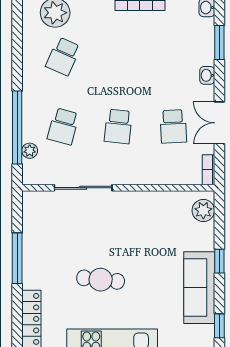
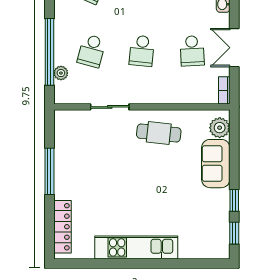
sliding door: (83, 188) -> (110, 107), width x0.73
window: (219, 261) -> (234, 200), moved
cafe table: (101, 280) -> (159, 133), moved
sofa: (199, 288) -> (216, 164), moved, width x0.73

